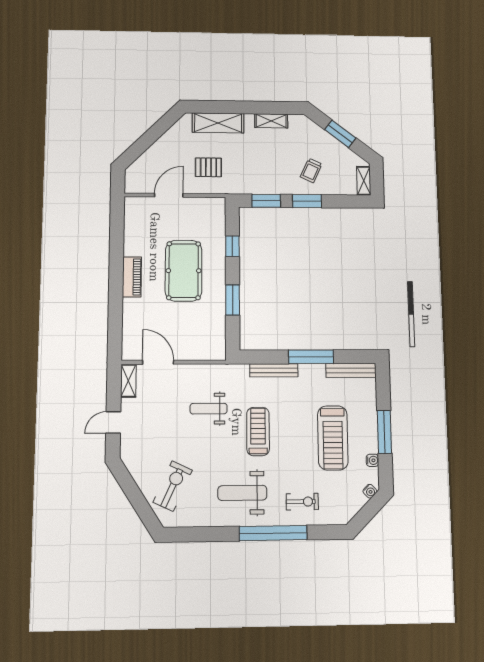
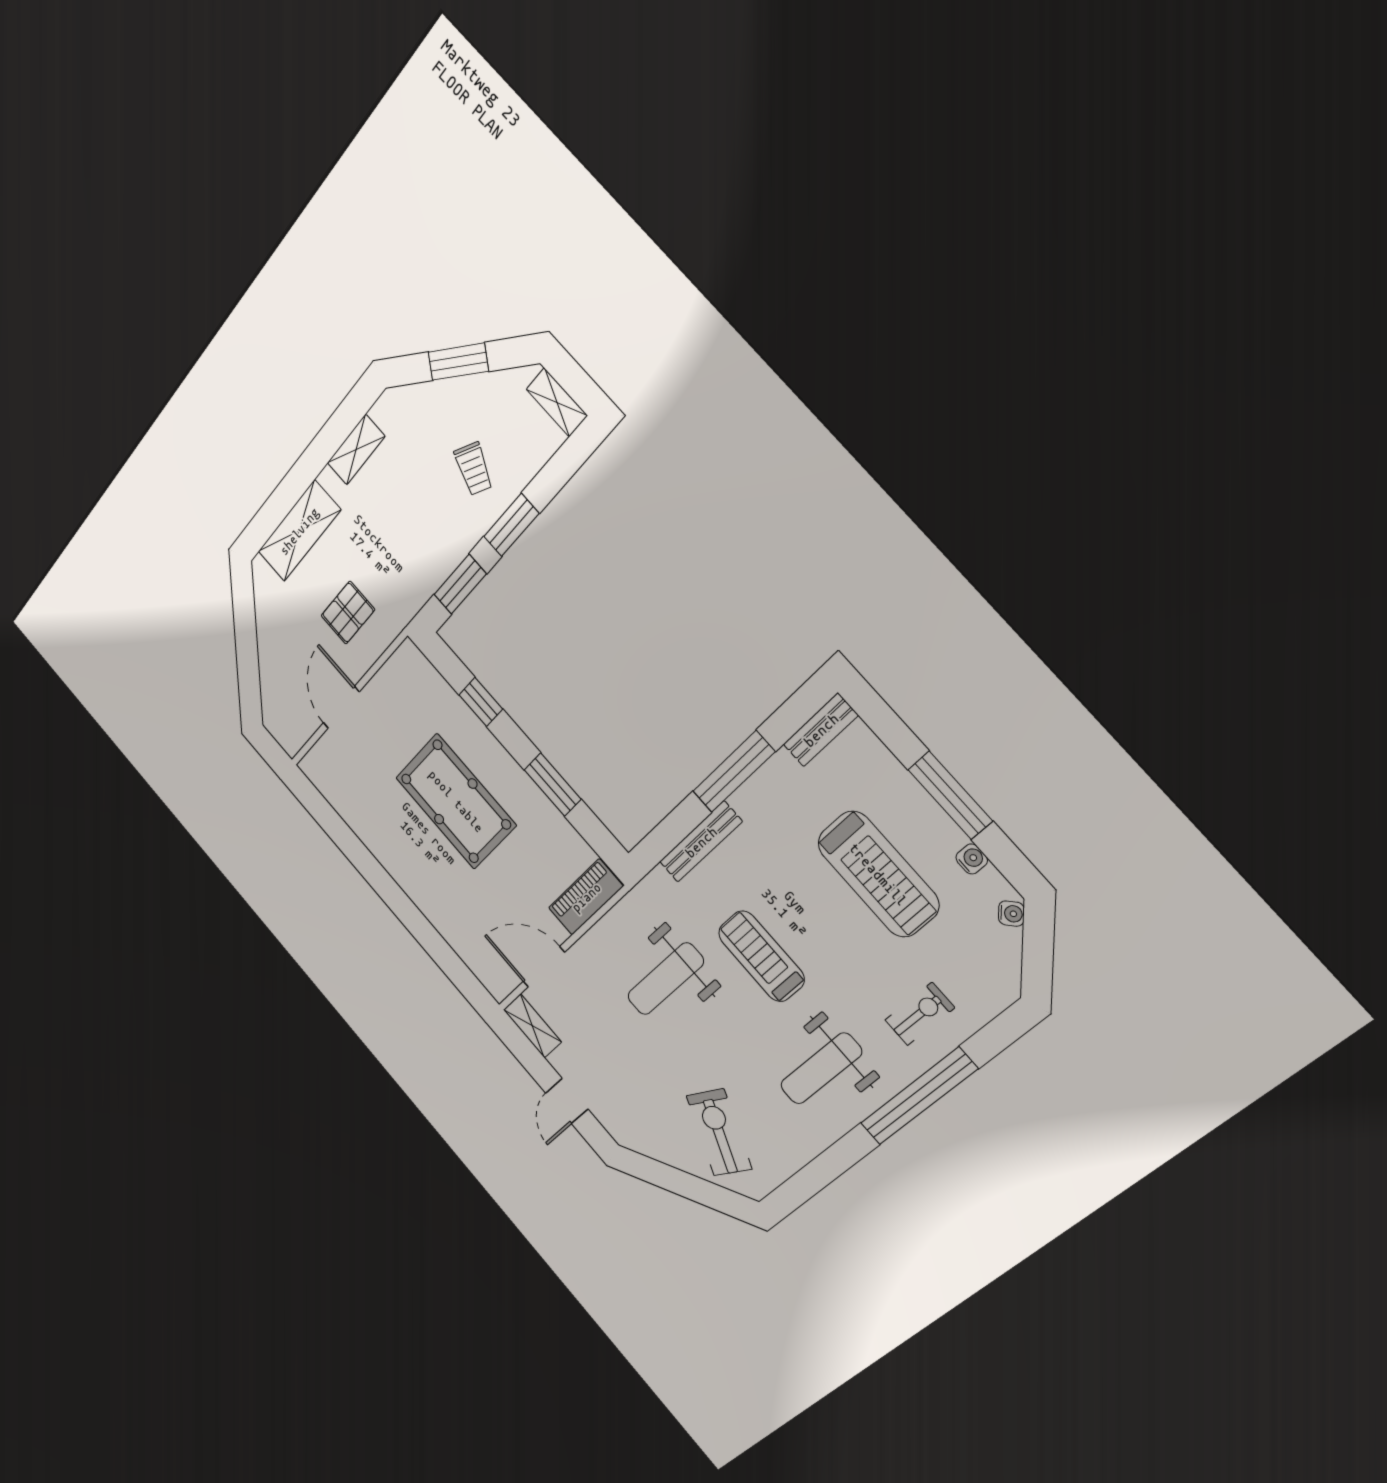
piano: (132, 277) -> (586, 897), moved, turned -90
bench: (351, 370) -> (821, 730), width x0.73
weight bench: (209, 409) -> (666, 979), width x1.36, depth x1.33

